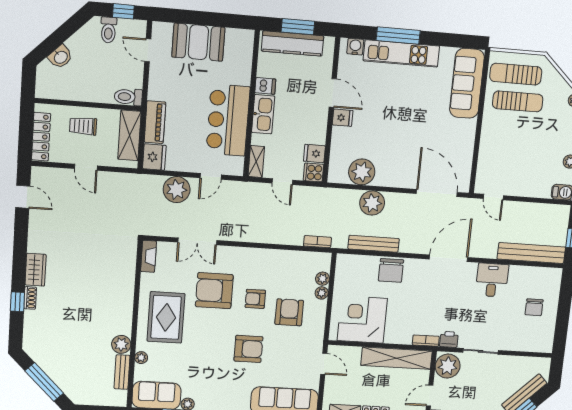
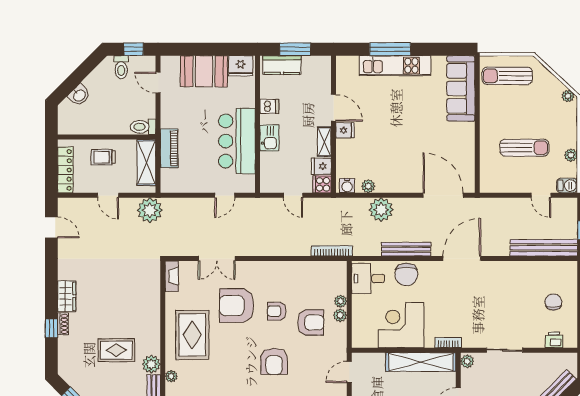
kitchen counter: (293, 43) -> (282, 65), width x0.67
water cooler: (355, 47) -> (347, 186), moved, turned 180
sun lounger: (518, 101) -> (524, 148), moved
kitchen sink: (263, 114) -> (269, 138), width x0.73
fridge: (154, 157) -> (241, 66), moved, turned 90
shelving: (256, 162) -> (324, 142), moved
plant: (362, 172) -> (368, 186), width x0.53, depth x0.53
plant: (177, 190) -> (150, 210), moved
door: (493, 197) -> (541, 195), moved
bookcase: (317, 242) -> (332, 251), width x1.56
bench: (374, 244) -> (406, 249), moved
plant: (323, 279) -> (340, 315), moved
desk: (492, 280) -> (368, 279), moved, turned -90
chair: (534, 307) -> (553, 302), turned 180
armchair: (289, 312) -> (311, 322), turned 90
corner desk: (362, 319) -> (401, 325), moved
rug: (85, 328) -> (116, 350), added
printer: (449, 339) -> (554, 340), moved
armchair: (248, 349) -> (274, 361), turned 90
door: (324, 364) -> (349, 372), swing flipped
plant: (448, 366) -> (467, 361), width x0.53, depth x0.53

